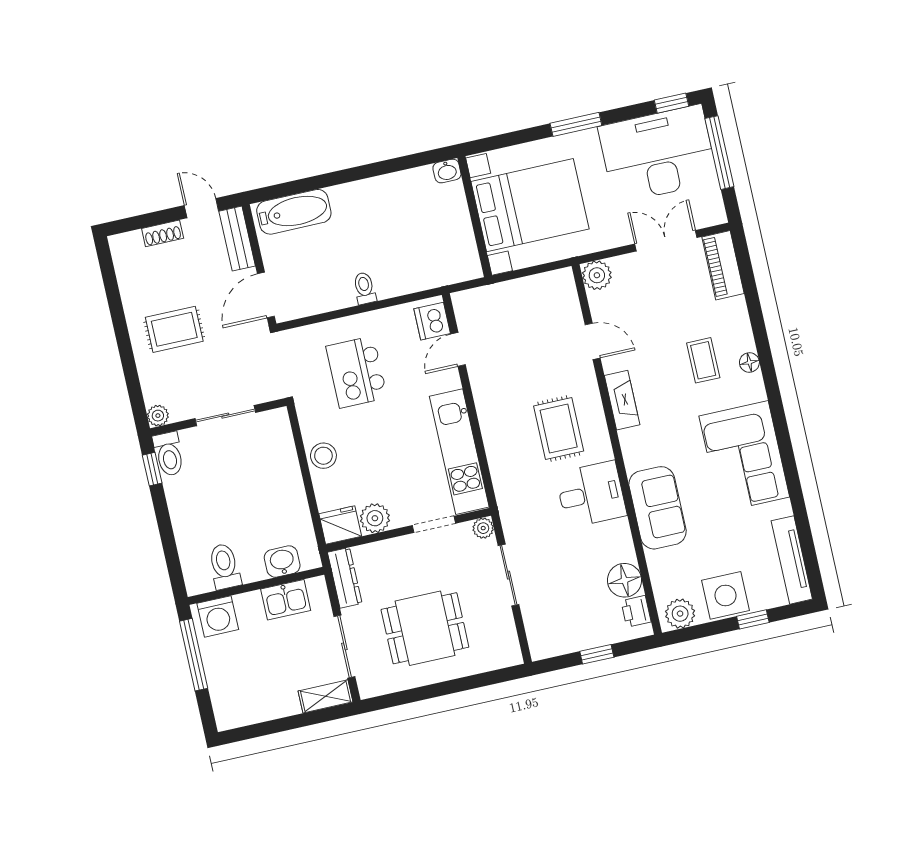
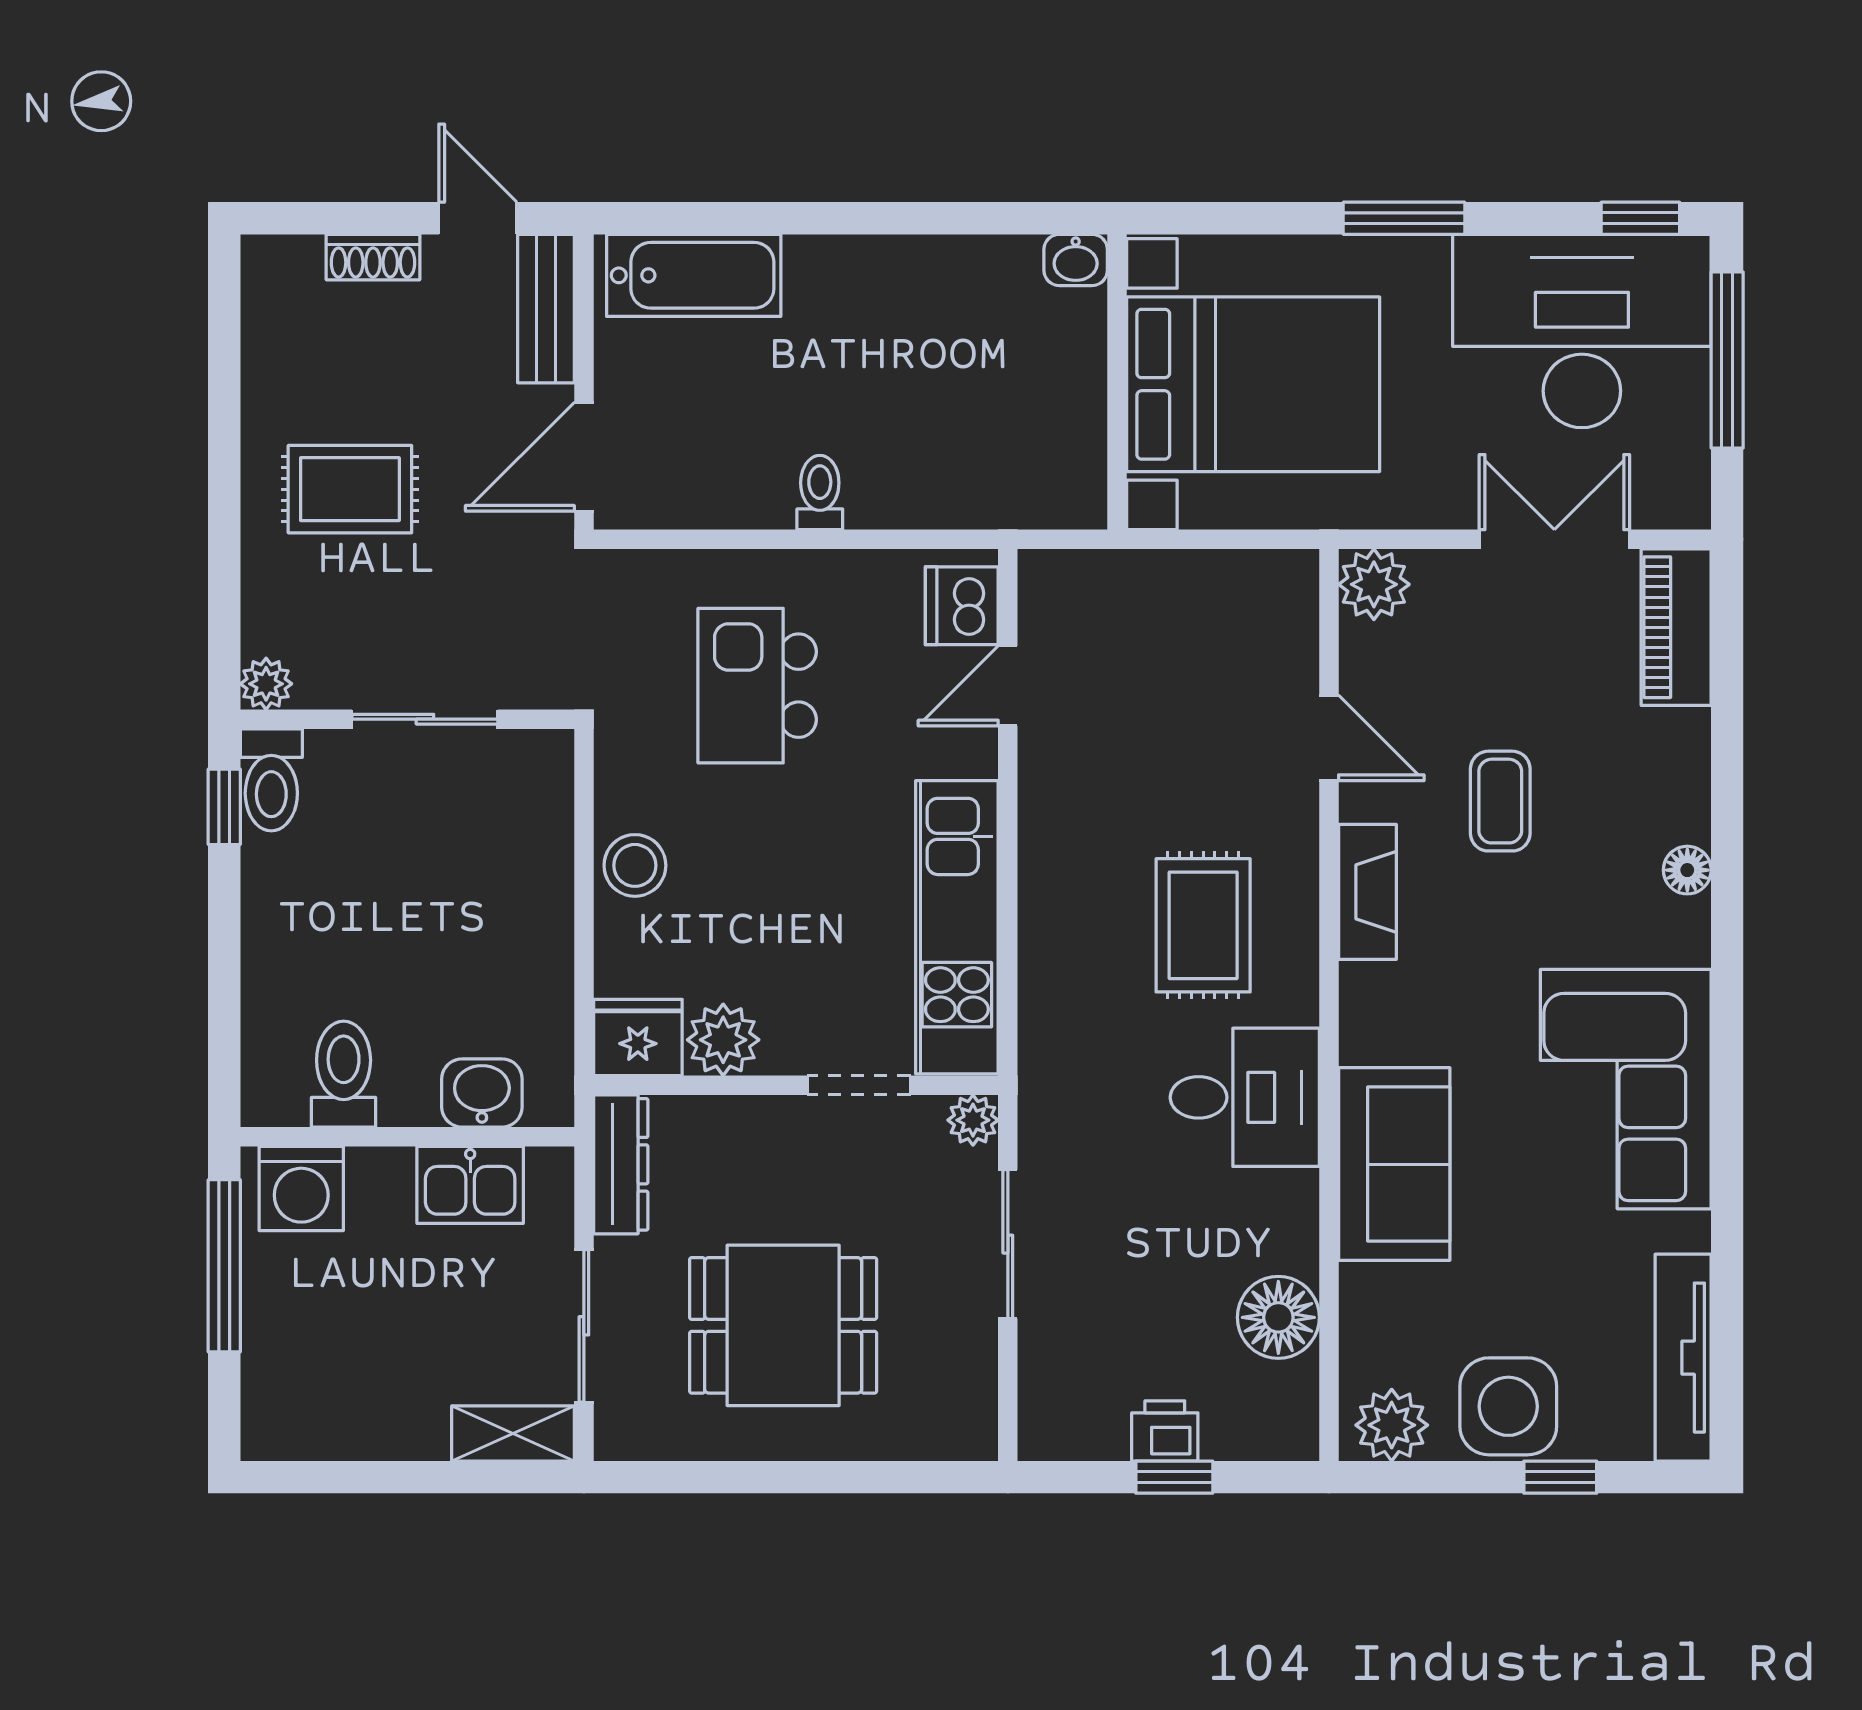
coffee table: (703, 360) -> (1500, 801), moved
printer: (636, 611) -> (1165, 1431), moved, turned 90

